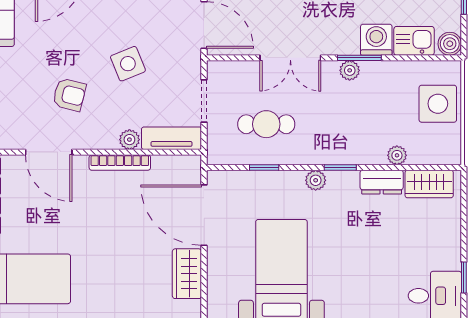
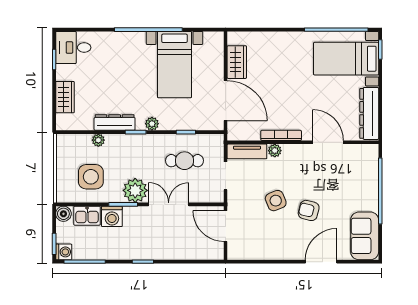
plant: (350, 70) -> (135, 190), width x1.88, depth x1.88
armchair: (69, 95) -> (309, 210), moved
side table: (438, 104) -> (91, 177), moved
dresser: (382, 182) -> (115, 122), width x1.44
wardrobe: (429, 184) -> (65, 97), moved, turned 90

